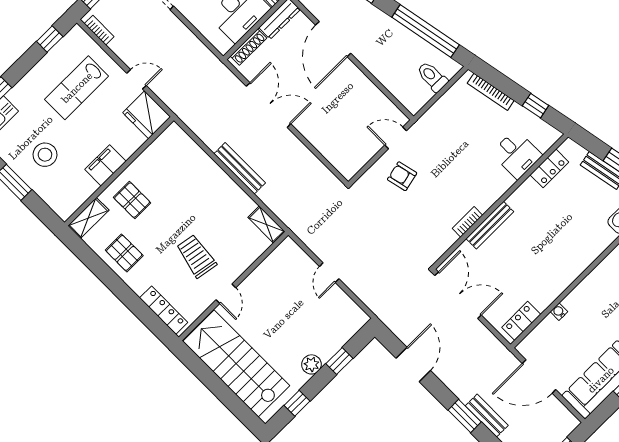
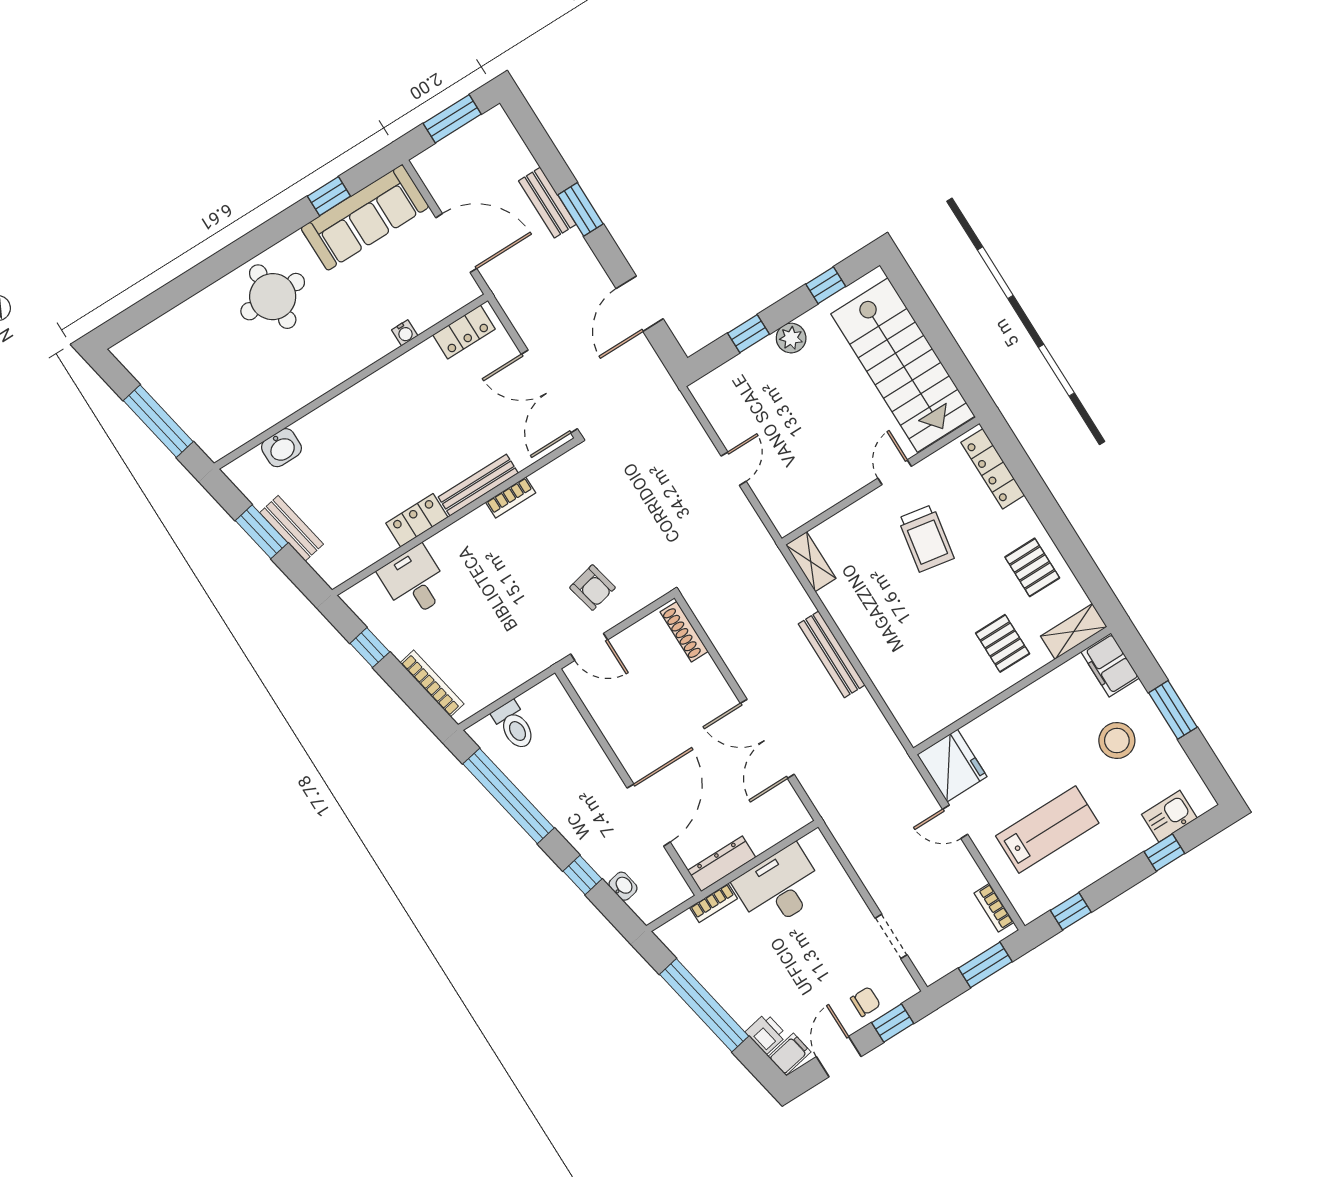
shoe rack: (248, 47) -> (684, 632), moved, turned -90
filing cabinet: (105, 165) -> (1110, 665), moved, turned 90
locker: (549, 168) -> (417, 520), moved

